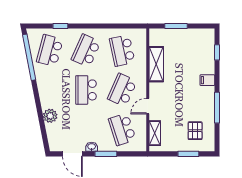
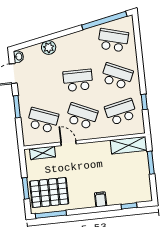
window: (60, 26) -> (144, 102), moved
shelving: (156, 64) -> (129, 145), moved
window: (217, 108) -> (51, 214), moved
school desk: (122, 129) -> (43, 120), turned 39
pallet: (195, 131) -> (49, 193), width x2.05, depth x2.00
washbasin: (92, 147) -> (19, 57), moved

